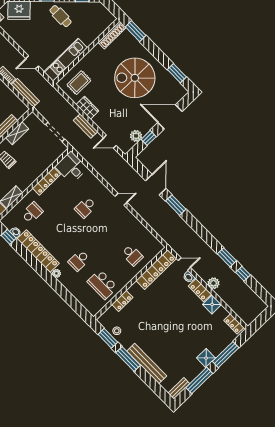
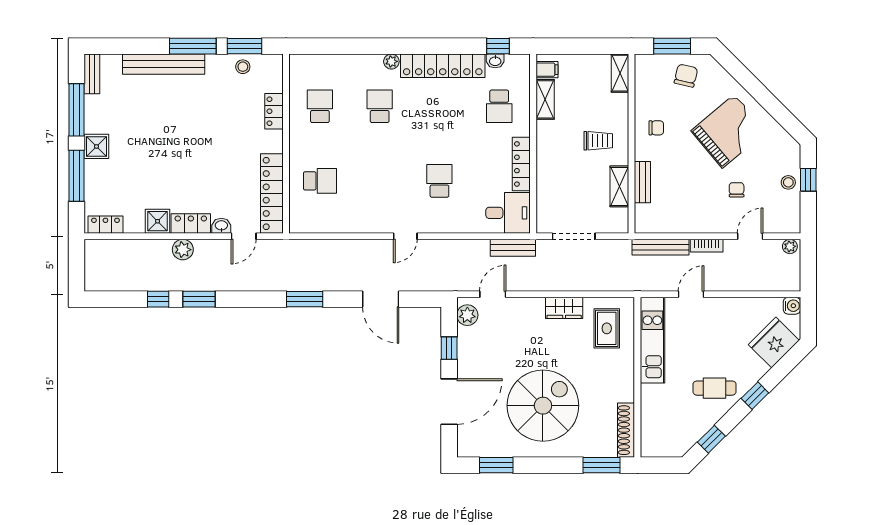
bench: (86, 126) -> (513, 248), moved
plant: (136, 136) -> (467, 315), moved
window: (176, 205) -> (305, 299), moved
school desk: (132, 255) -> (320, 181), turned 180
school desk: (102, 284) -> (320, 106), width x0.54

